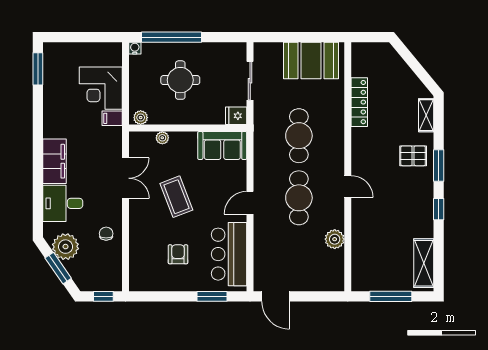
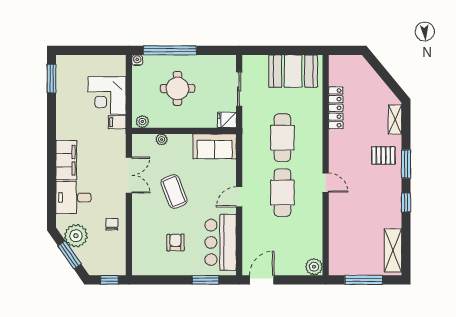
plant: (335, 239) -> (314, 267), moved
door: (276, 296) -> (262, 280), swing flipped

